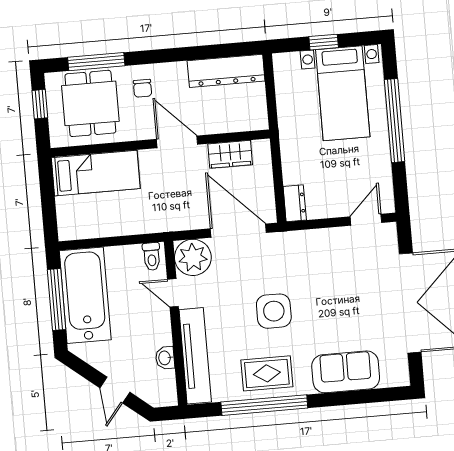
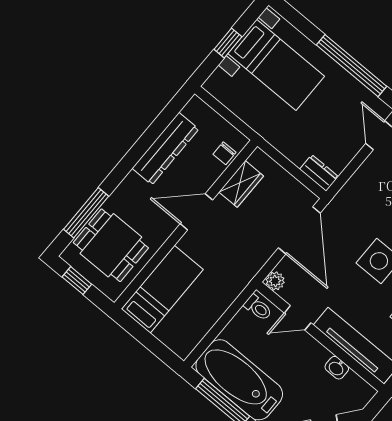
dresser: (226, 71) -> (165, 149), moved
chair: (143, 88) -> (225, 153), moved, turned 90
window: (395, 121) -> (352, 66), moved
door: (238, 231) -> (299, 230), swing flipped
plant: (193, 257) -> (275, 281), width x0.53, depth x0.53

